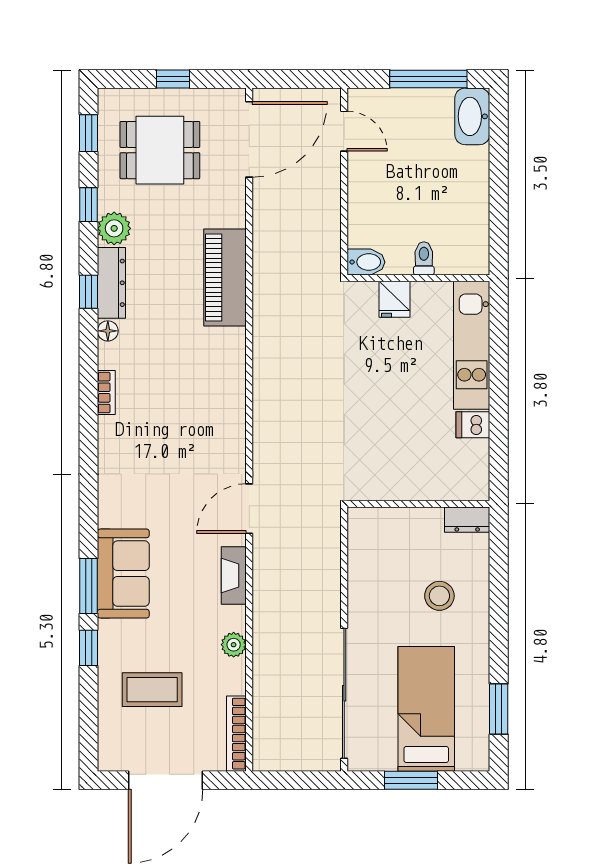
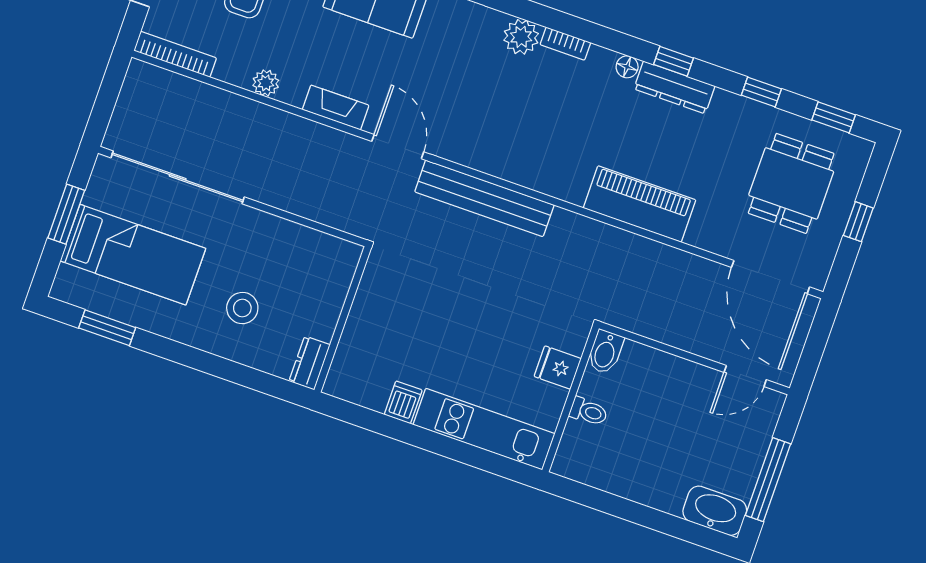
plant: (114, 228) -> (521, 37), moved
bench: (268, 416) -> (484, 198), added

